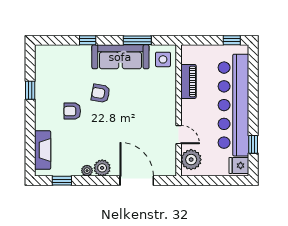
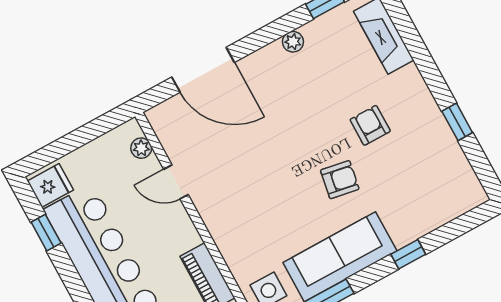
armchair: (72, 111) -> (370, 125), turned -90
plant: (191, 160) -> (141, 148), width x0.53, depth x0.53
plant: (102, 168) -> (271, 60), removed

